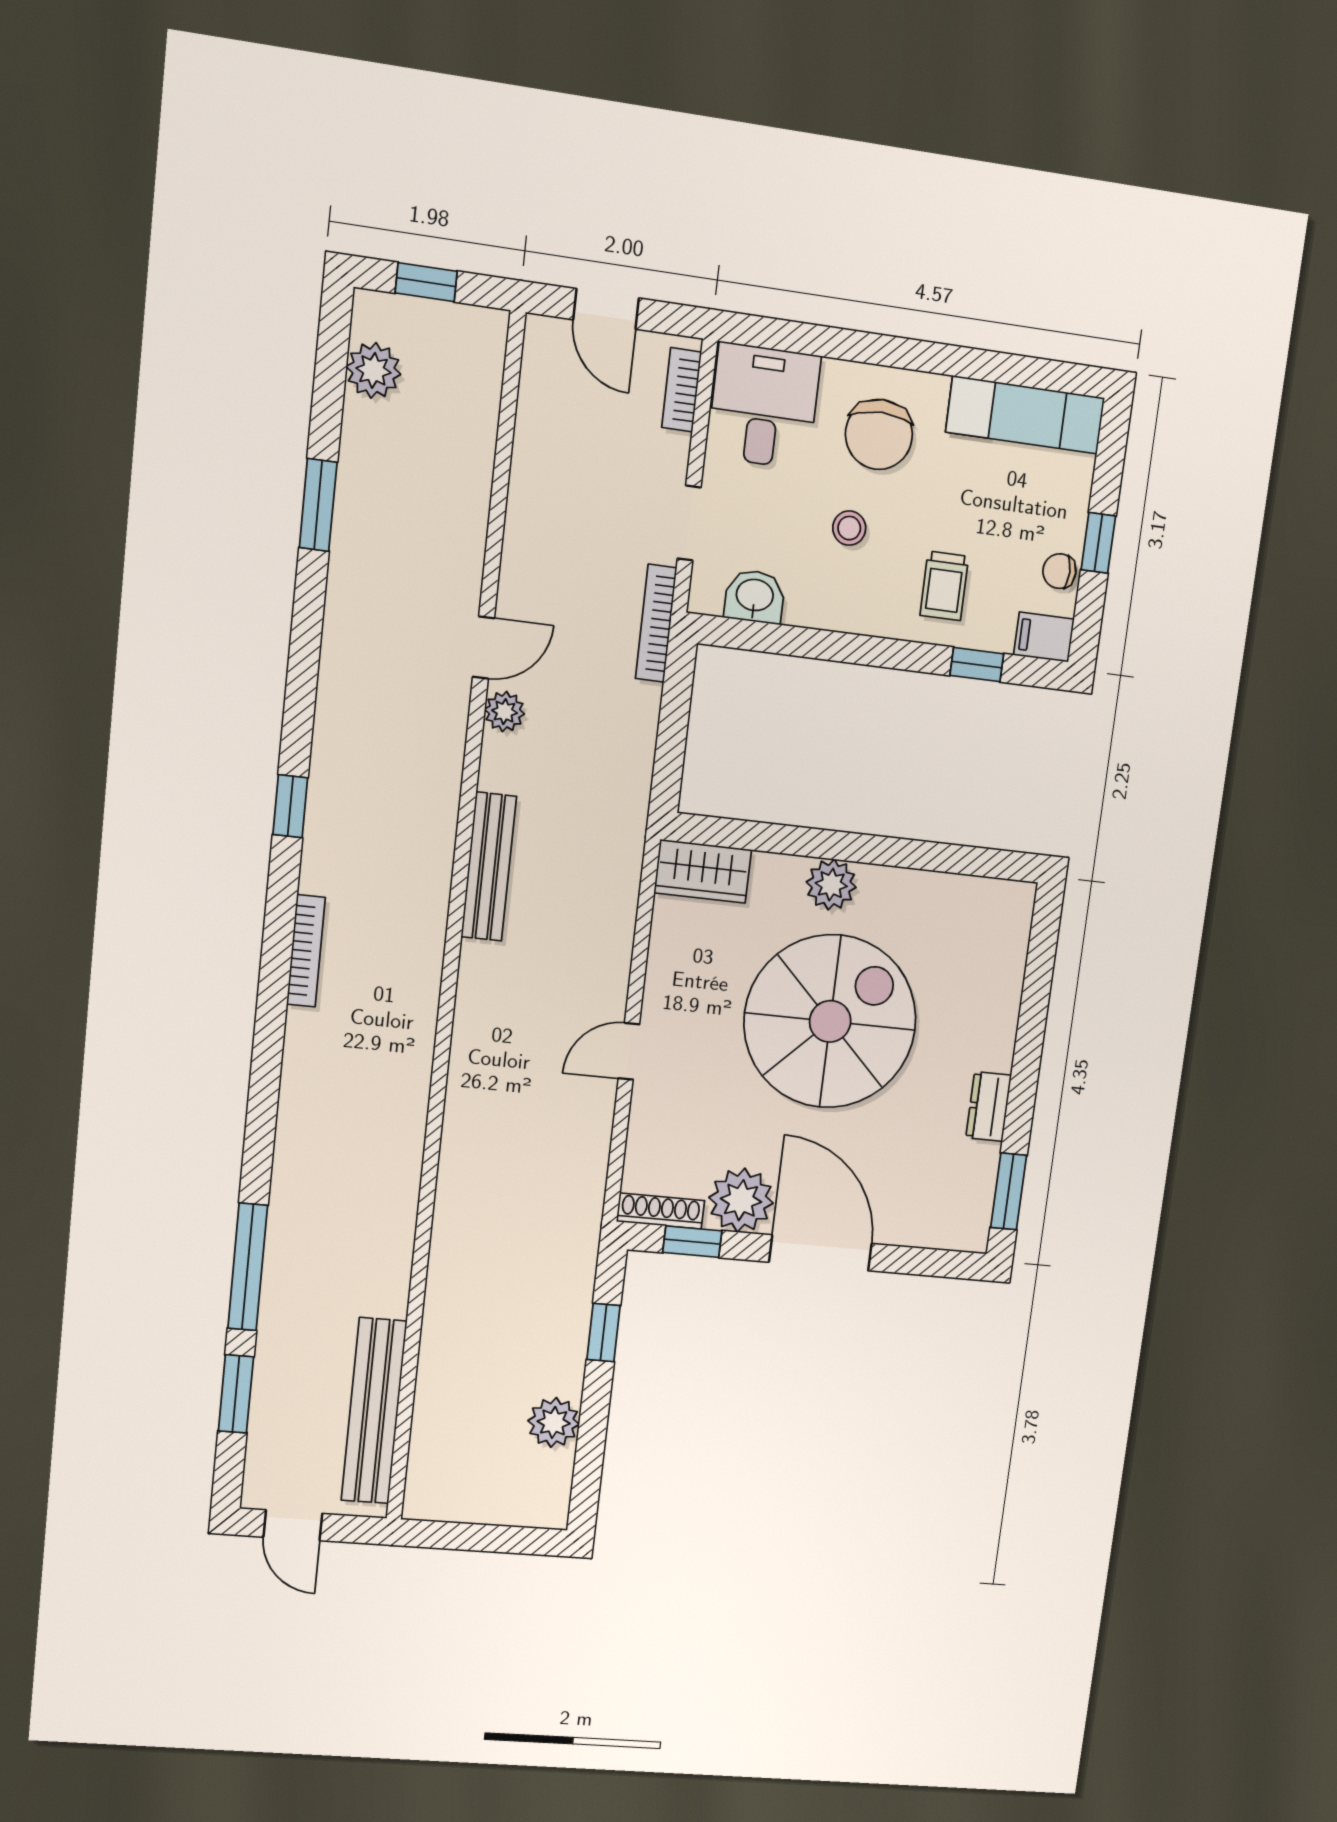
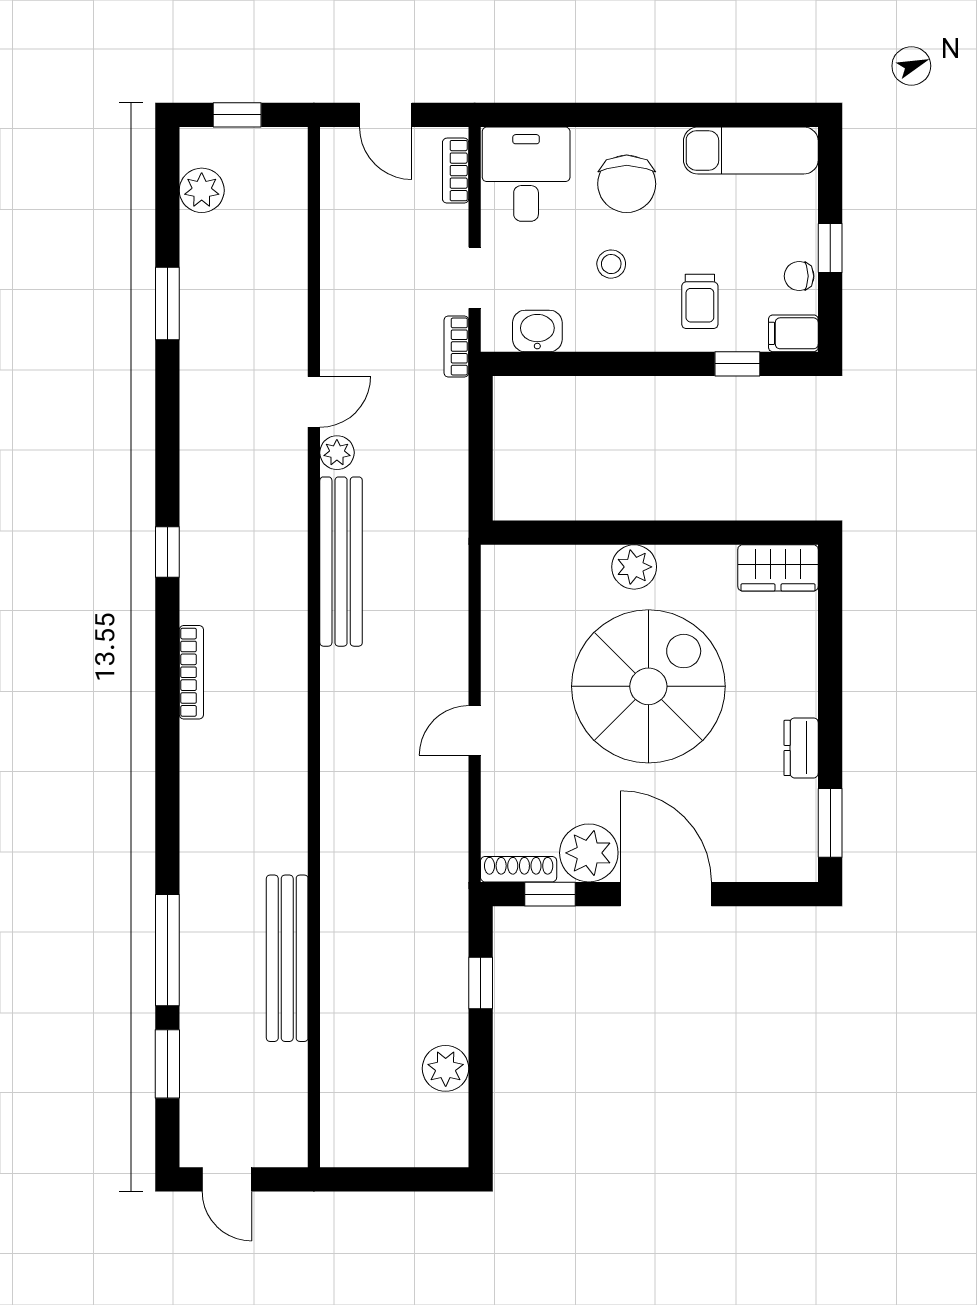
bookcase: (656, 623) -> (456, 347), width x0.64
bench: (489, 867) -> (341, 562), width x1.37, depth x1.21
wardrobe: (703, 871) -> (778, 568), moved
bench: (374, 1411) -> (287, 958), moved

